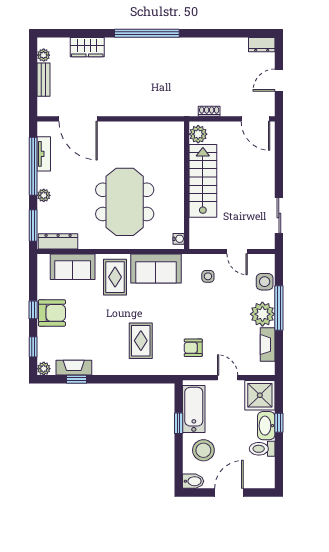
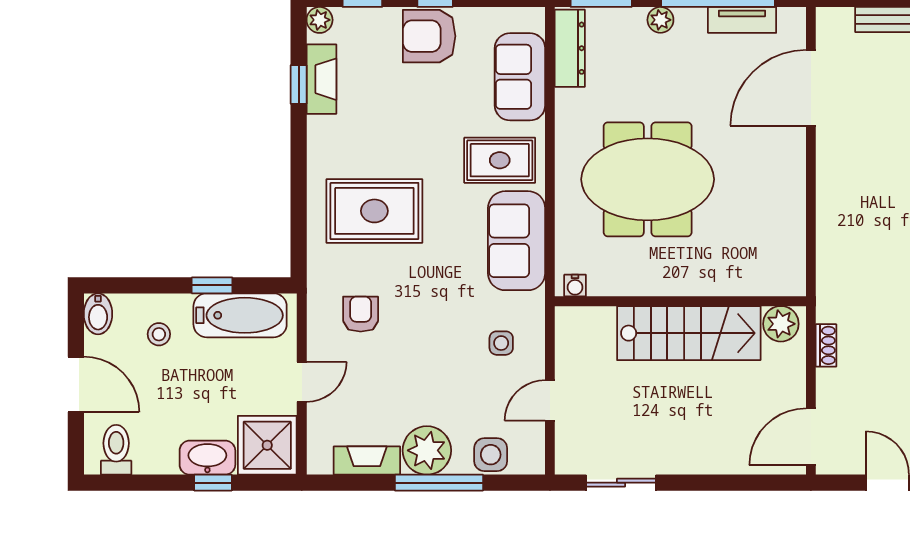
armchair: (52, 313) -> (429, 36), turned 90
rug: (141, 341) -> (374, 211), width x1.36, depth x1.43
toilet: (262, 449) -> (116, 450), moved
stool: (203, 450) -> (159, 334), width x0.53, depth x0.53

